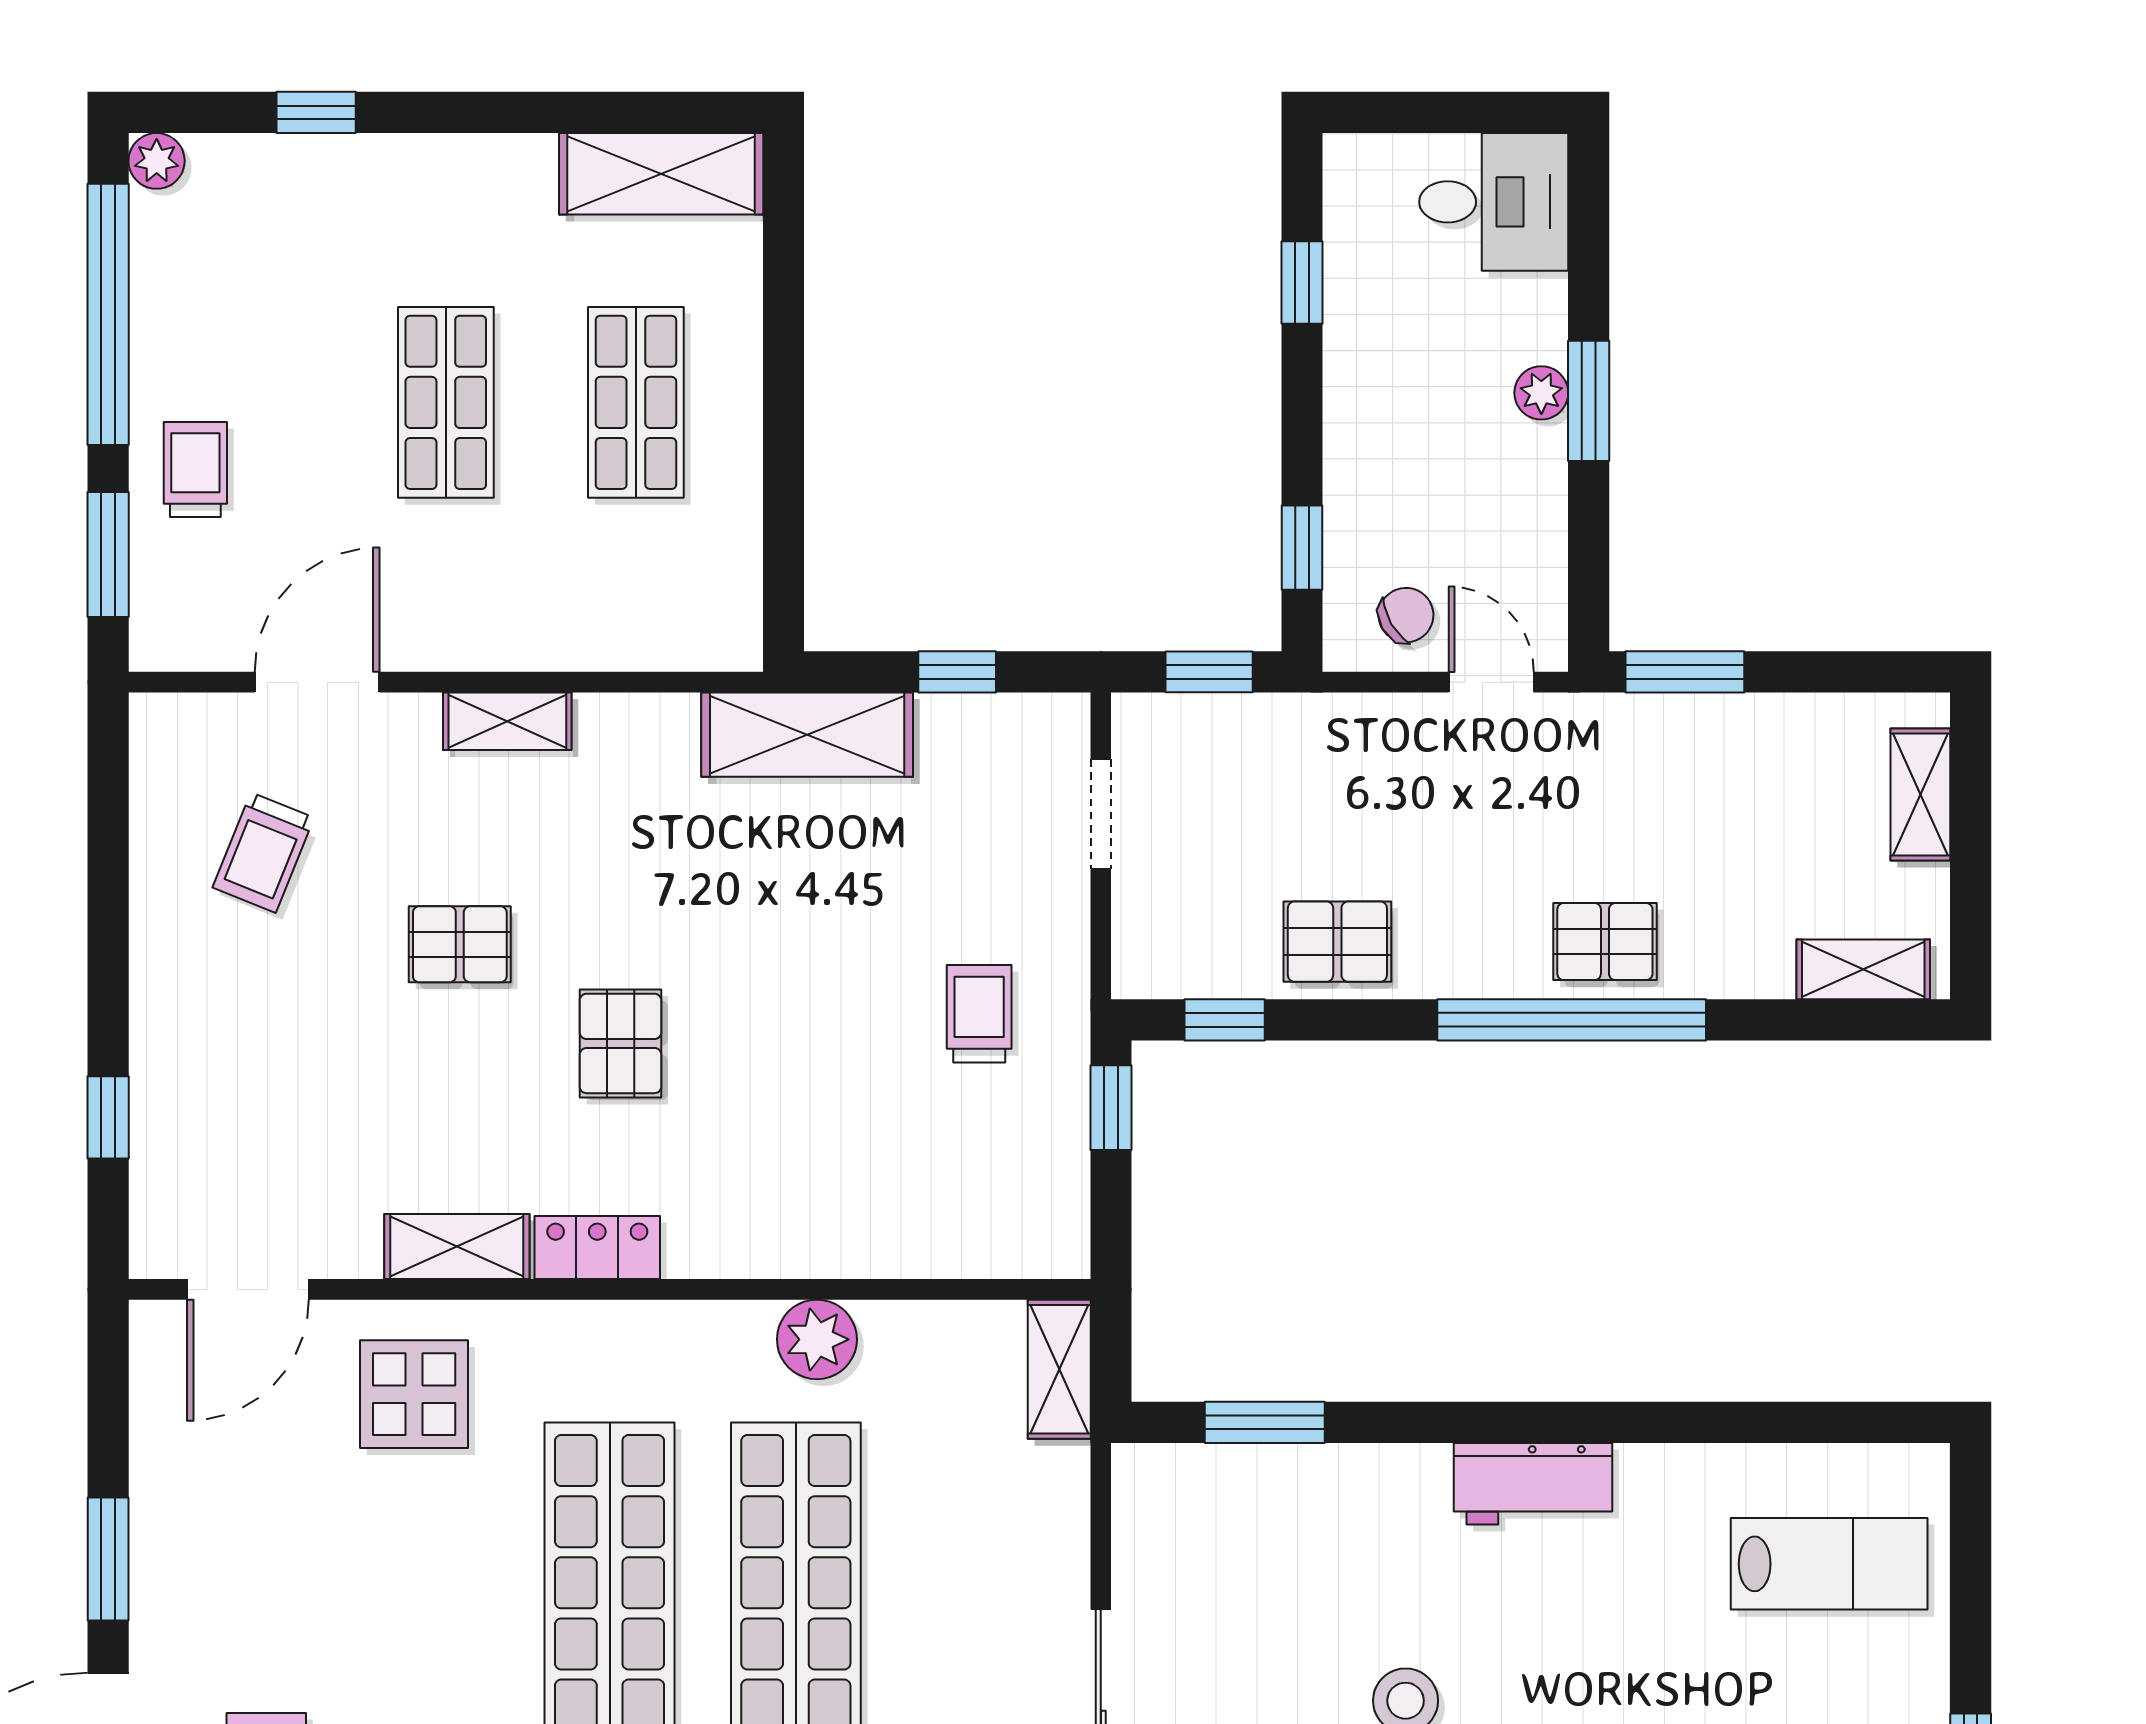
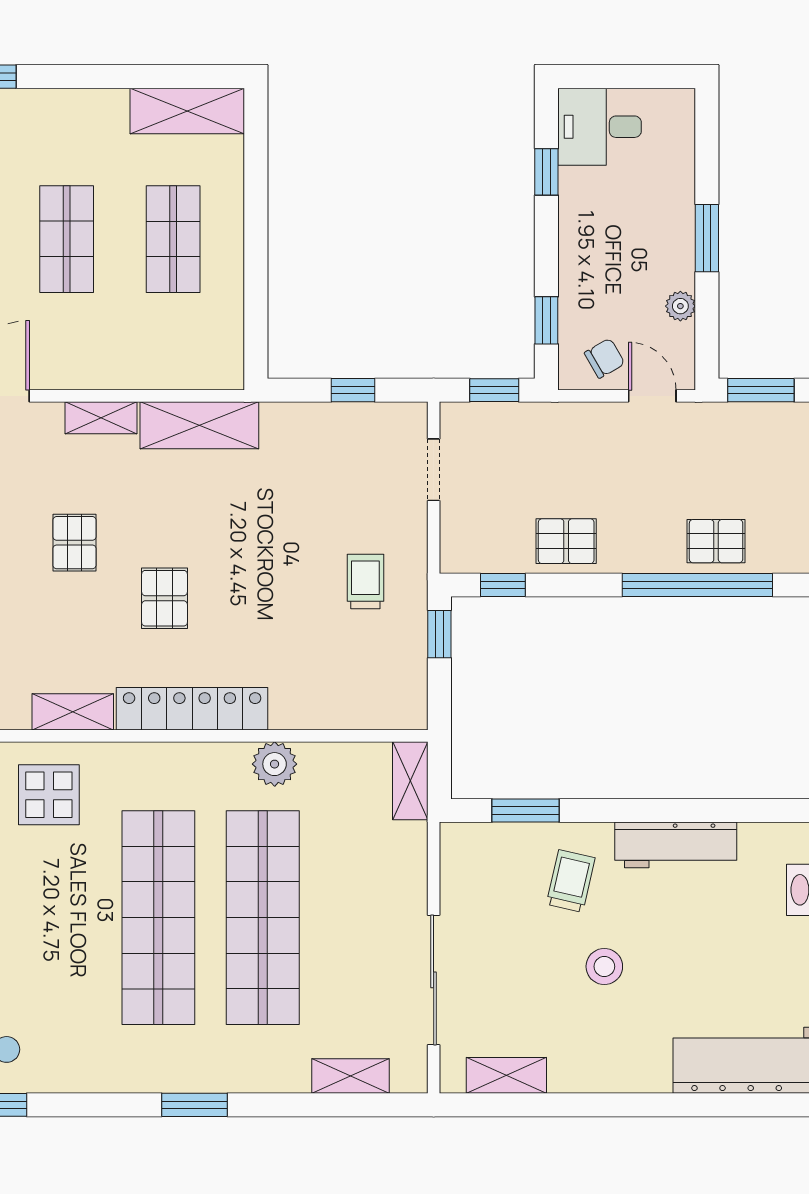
desk: (1494, 202) -> (599, 127), moved, turned 180
plant: (1541, 393) -> (680, 306), moved
shelving: (807, 735) -> (199, 425), moved
pallet: (460, 944) -> (74, 543), turned 90
locker: (597, 1247) -> (192, 709), width x2.16, depth x1.21
workbench: (1533, 1484) -> (676, 845), width x1.38
trolley: (1345, 1548) -> (571, 881), added

